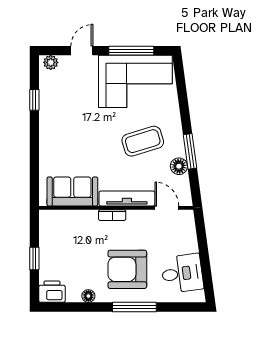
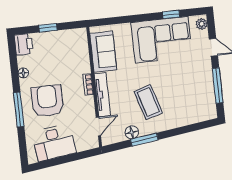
corner sofa: (135, 81) -> (162, 40), moved, turned -90
desk: (182, 273) -> (54, 143), width x1.37

